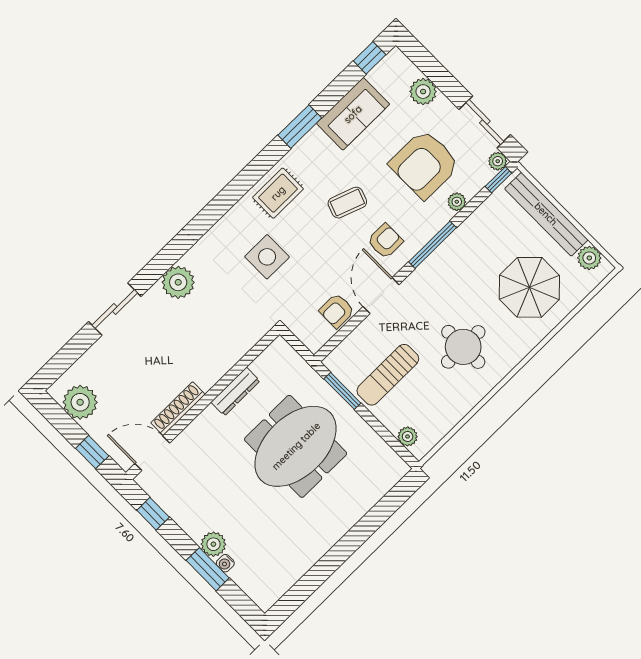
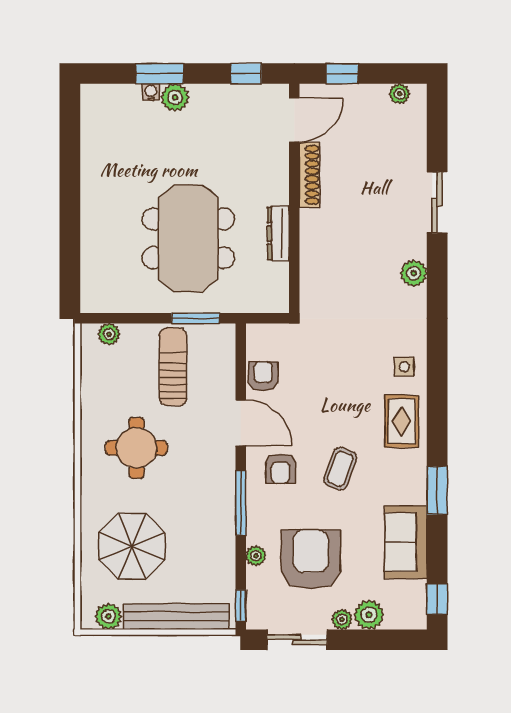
plant: (498, 161) -> (342, 619), moved
side table: (267, 257) -> (404, 367), moved, width x0.54, depth x0.54
plant: (178, 282) -> (414, 273), width x0.73, depth x0.73
plant: (80, 402) -> (400, 94), width x0.53, depth x0.53

